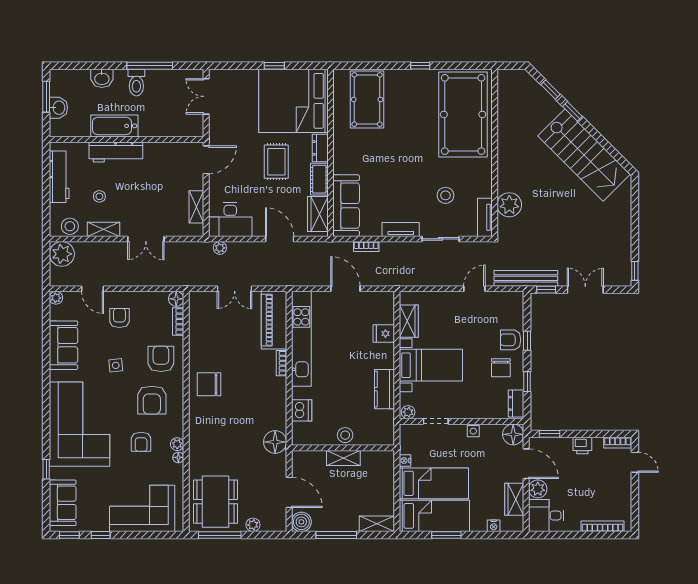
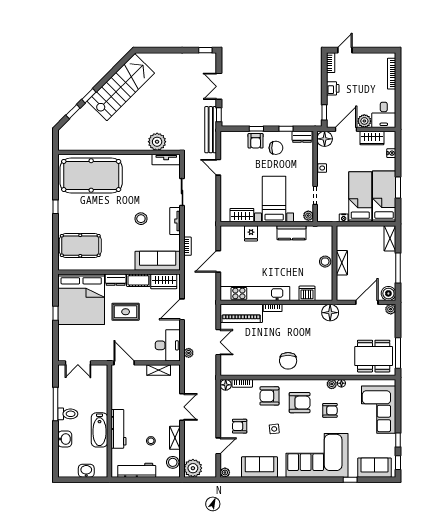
window: (46, 97) -> (78, 480), removed
stool: (445, 195) -> (141, 219), moved
plant: (253, 525) -> (391, 309), moved

